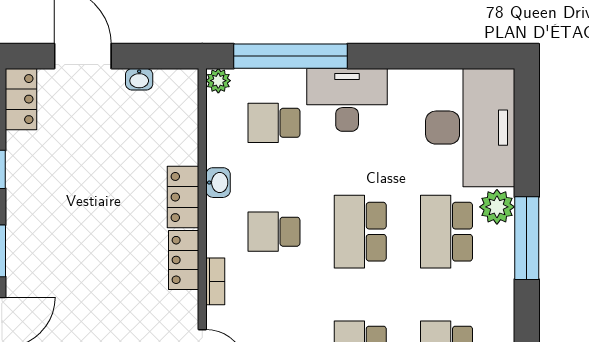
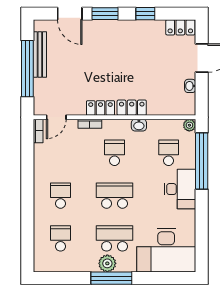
plant: (497, 207) -> (107, 263), moved

